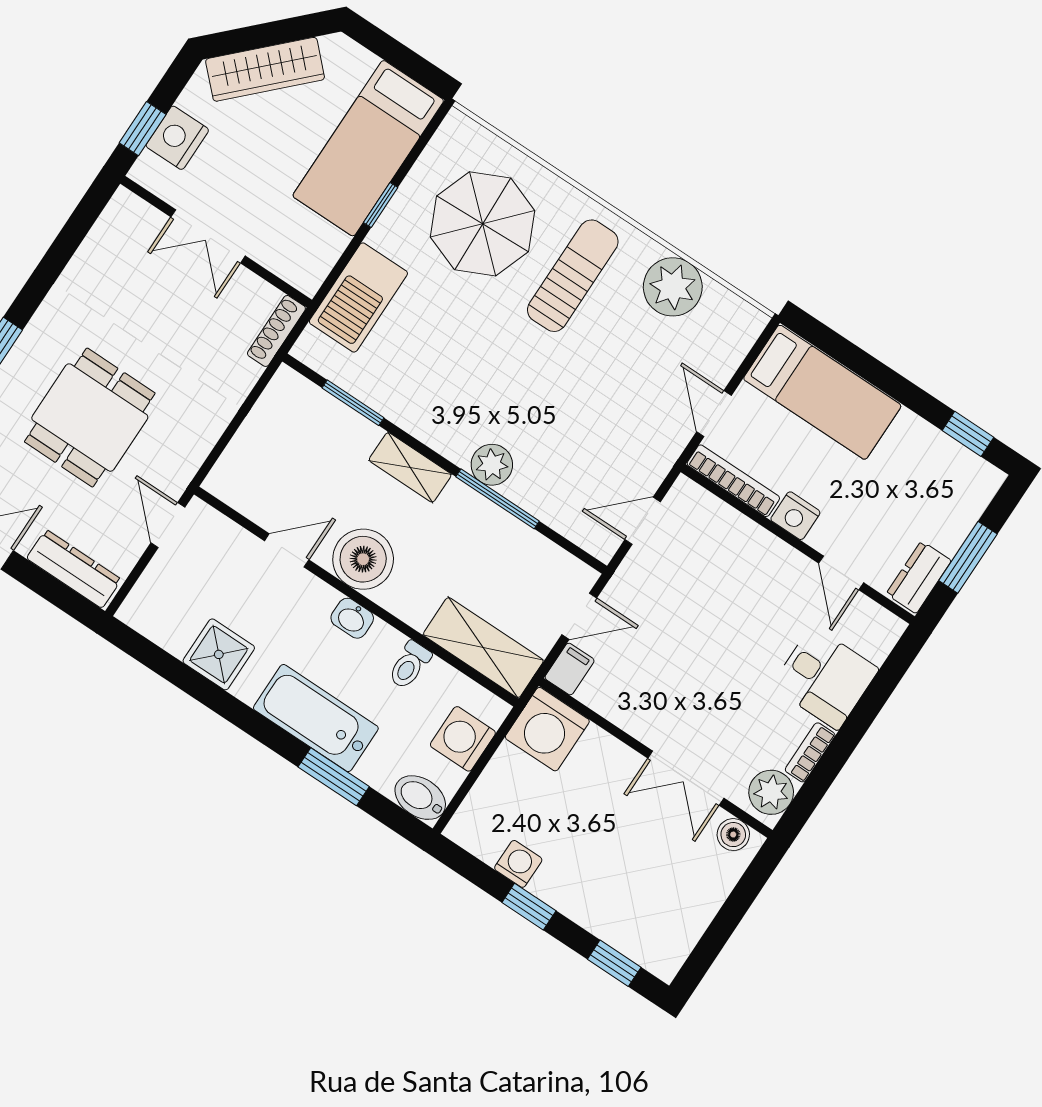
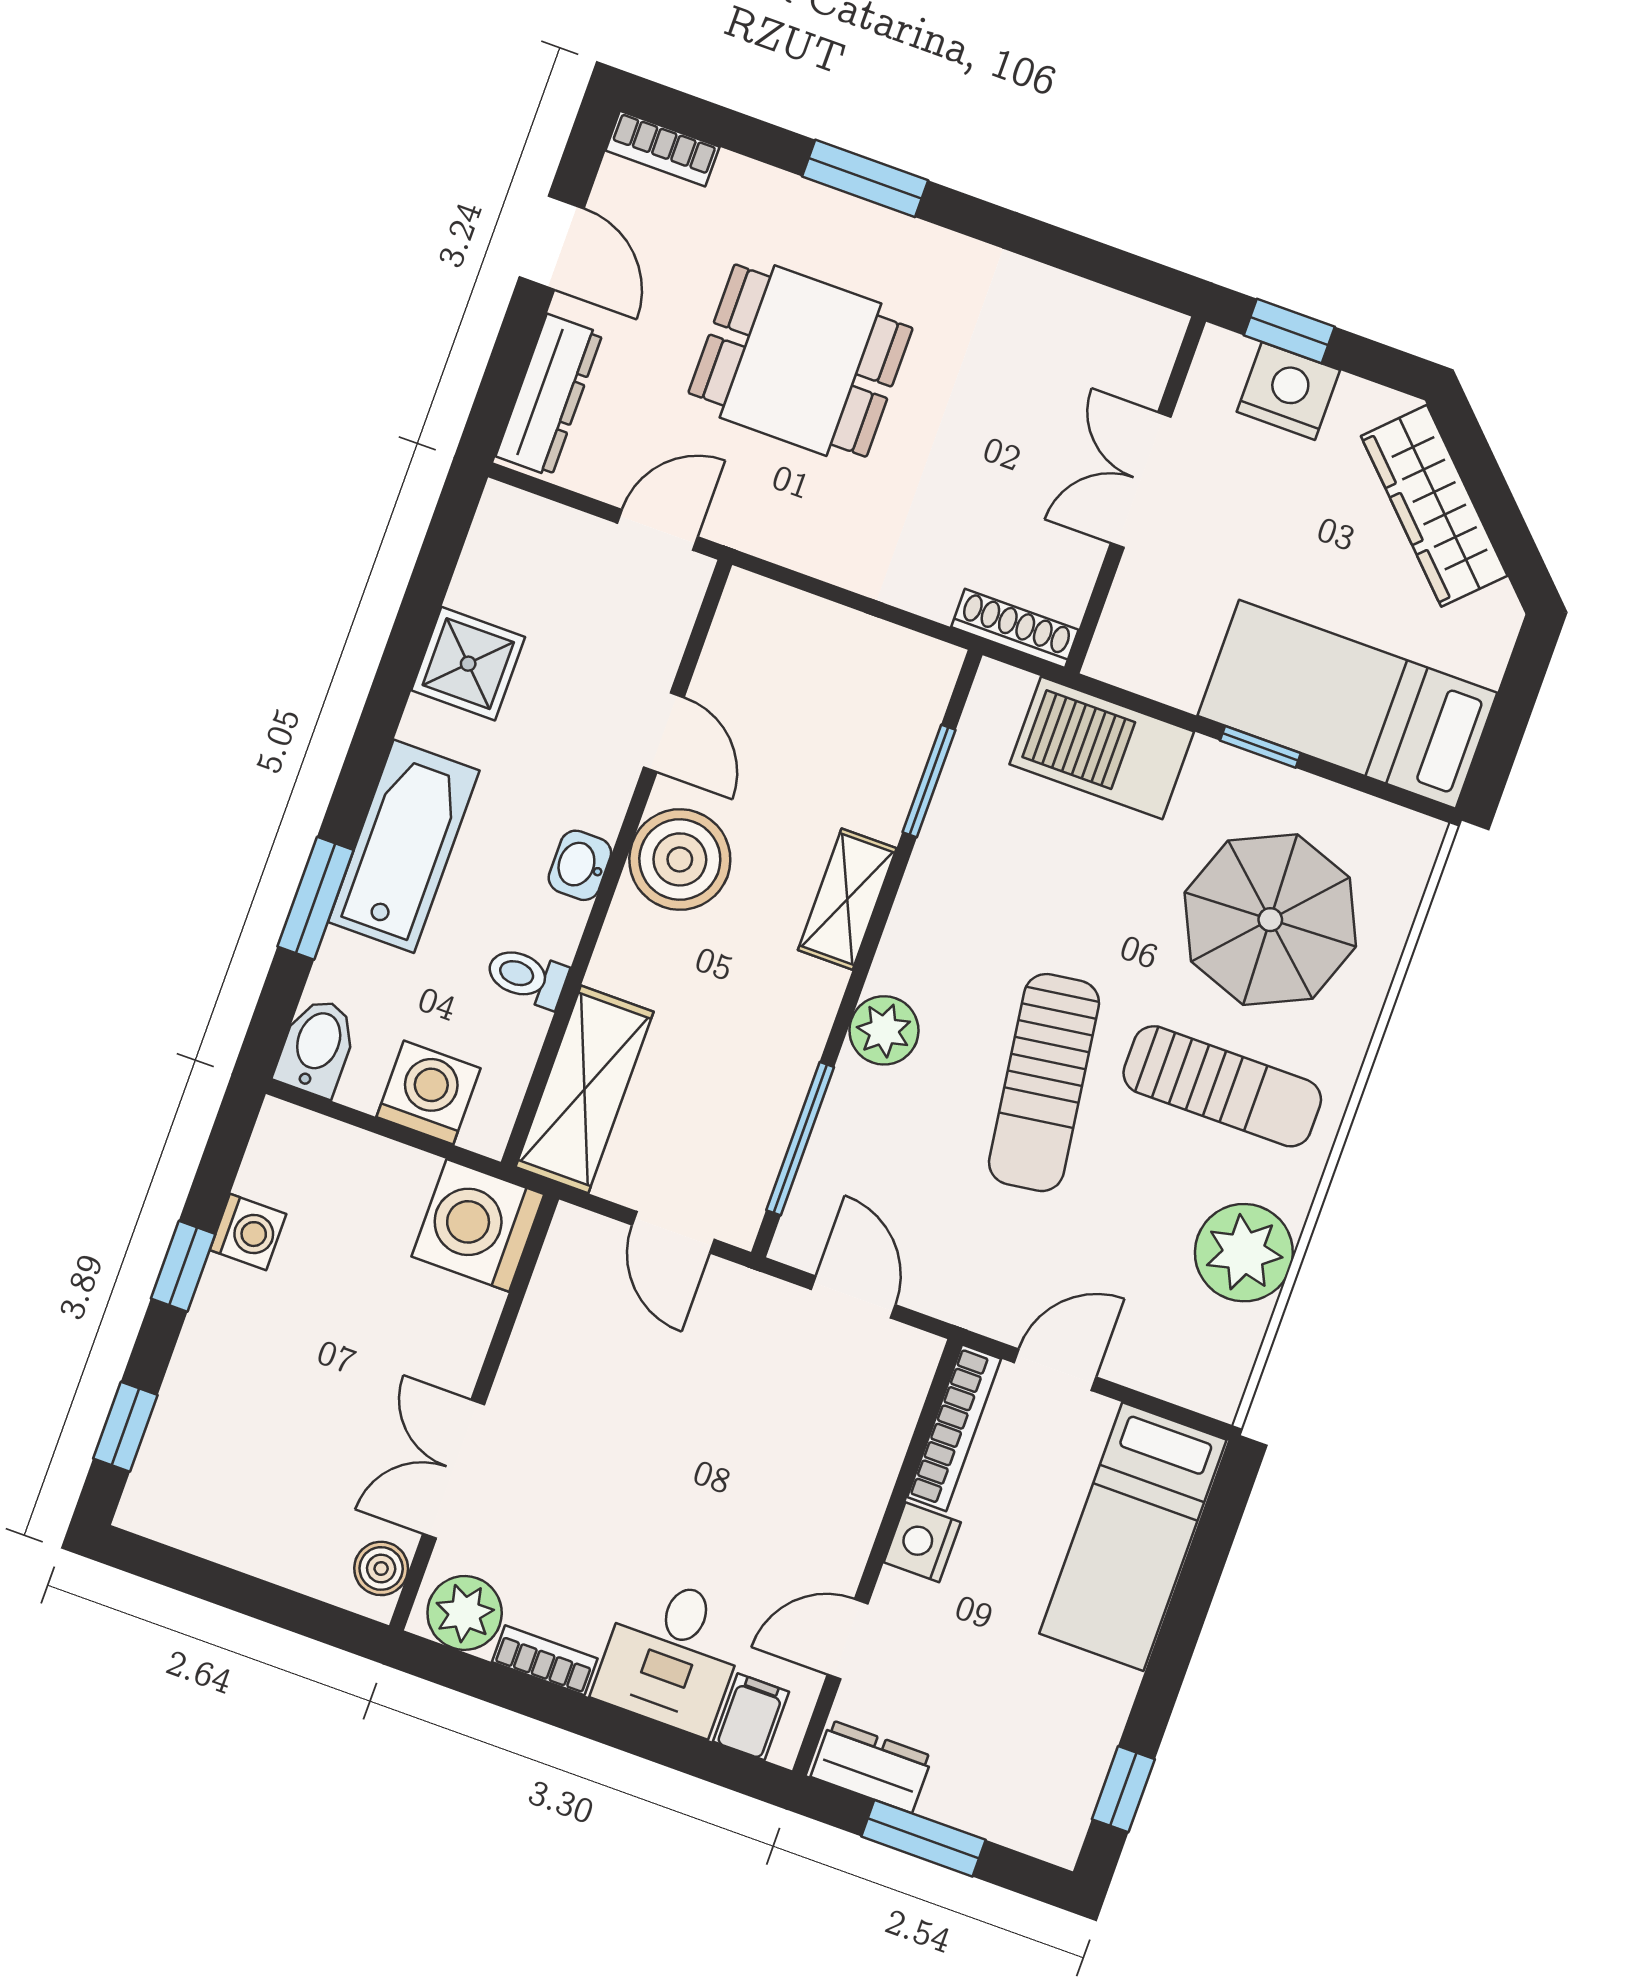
sun lounger: (545, 379) -> (1044, 1083), added
window: (498, 499) -> (800, 1139), moved
filing cabinet: (570, 669) -> (751, 1717), moved, turned -90

